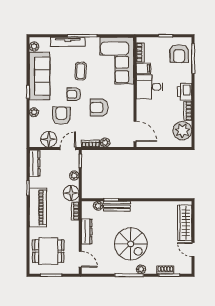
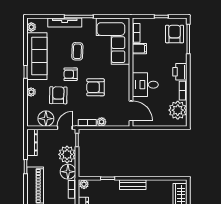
armchair: (179, 54) -> (175, 34), turned 180
desk: (149, 87) -> (145, 85), moved
plant: (74, 176) -> (67, 154), width x1.88, depth x1.88
plant: (98, 206) -> (84, 184), moved
bench: (117, 206) -> (133, 185), moved

